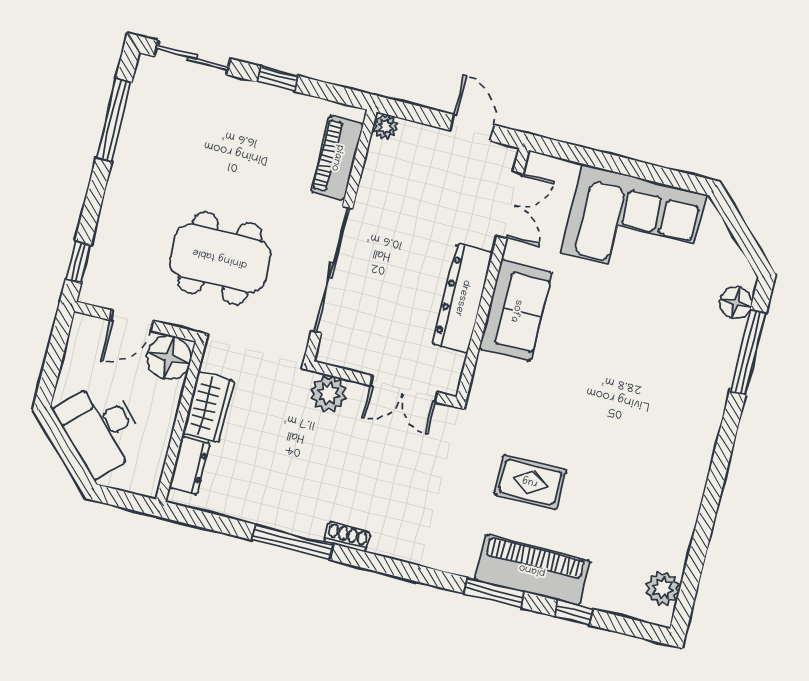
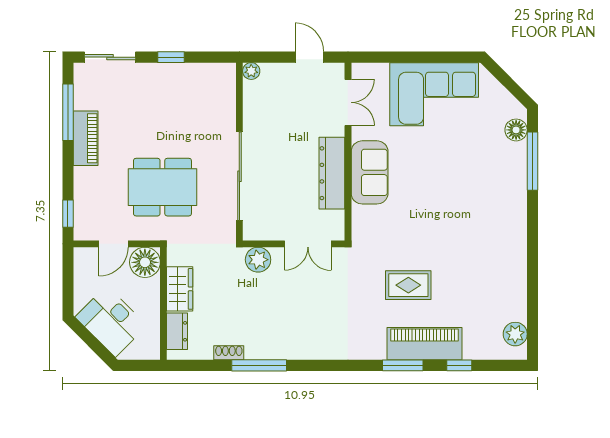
piano: (337, 158) -> (86, 138), moved, turned 180
shoe rack: (347, 537) -> (229, 353), moved

